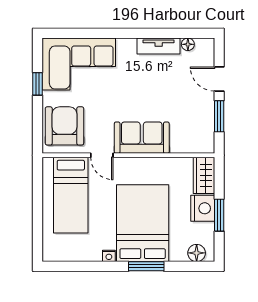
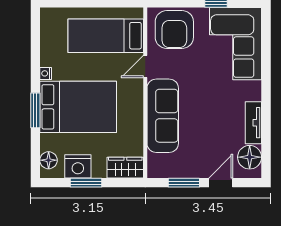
floor lamp: (188, 44) -> (250, 157), width x1.89, depth x1.89
armchair: (64, 126) -> (174, 29), turned 90
sofa: (142, 138) -> (163, 116), width x1.36
nightstand: (203, 208) -> (78, 166), moved

